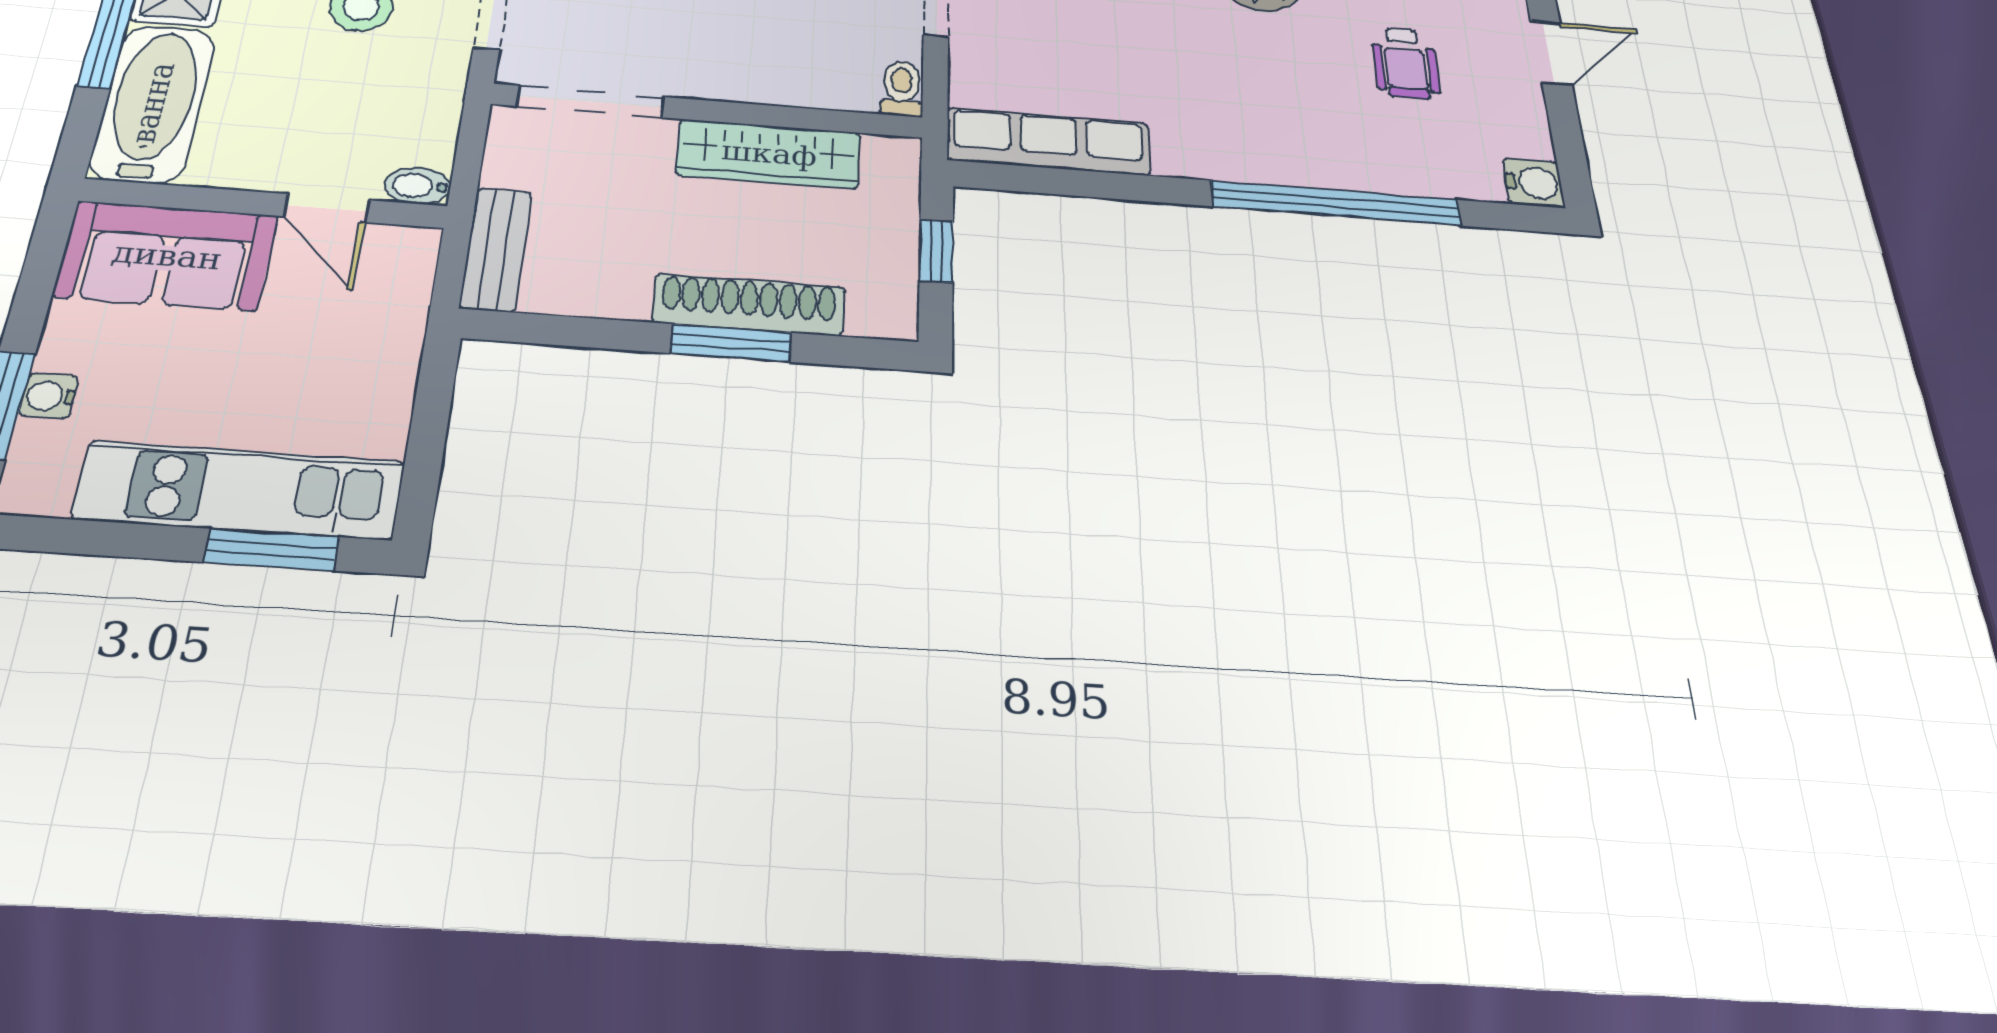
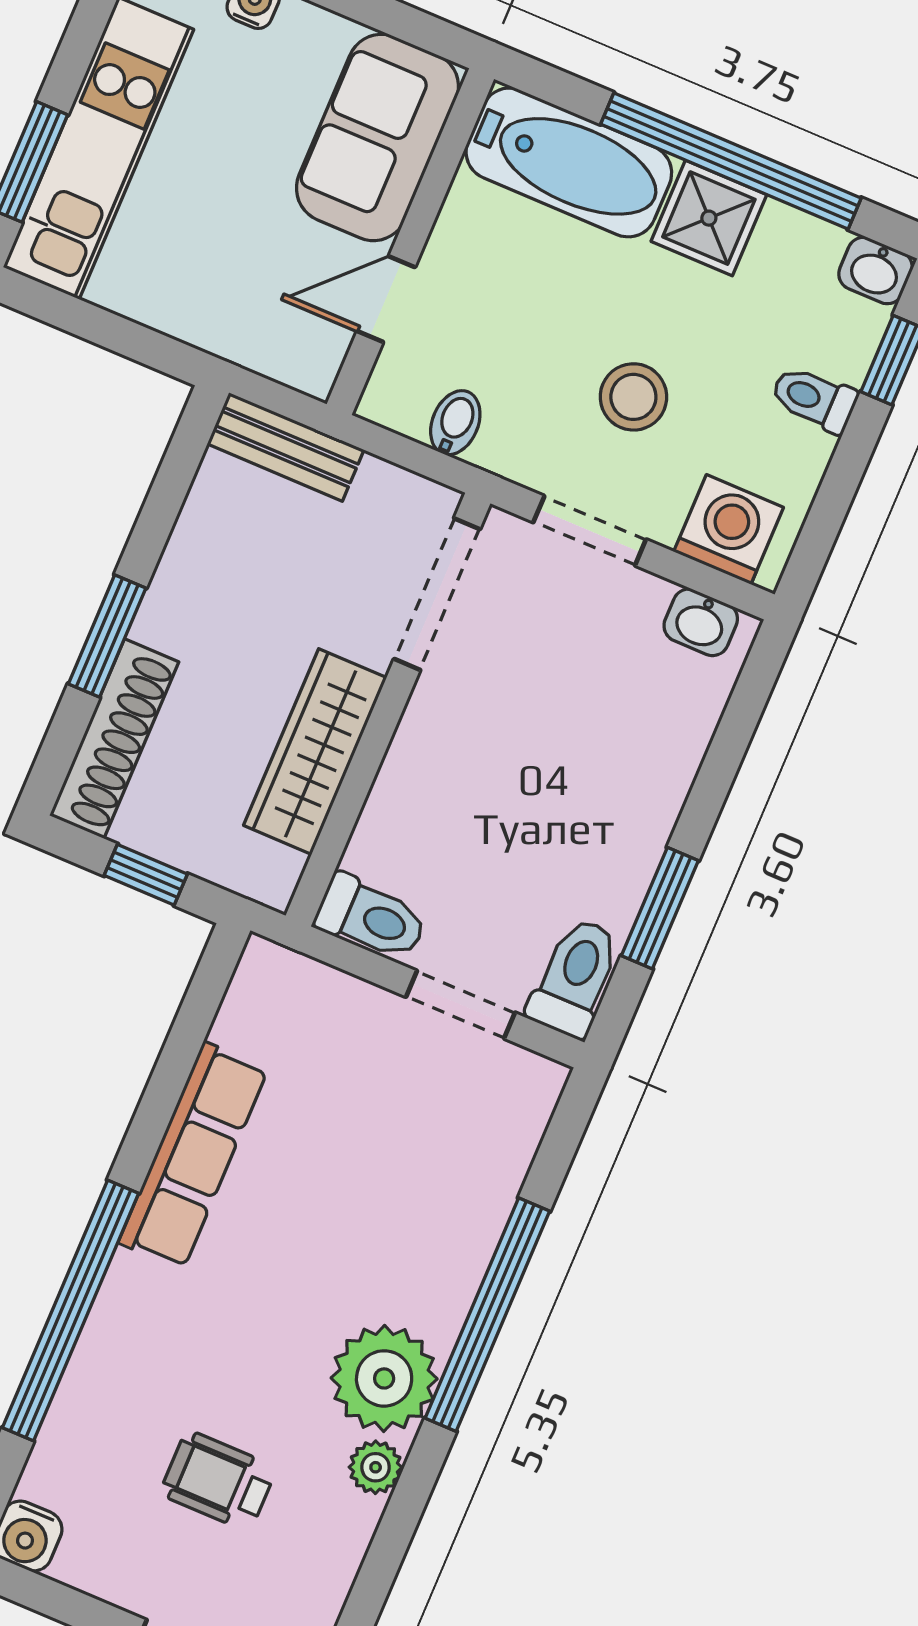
toilet: (902, 88) -> (371, 918), width x1.37, depth x1.39
row of seats: (1048, 141) -> (193, 1156), moved
bidet: (418, 186) -> (455, 423), moved
shoe rack: (749, 305) -> (114, 739), moved

